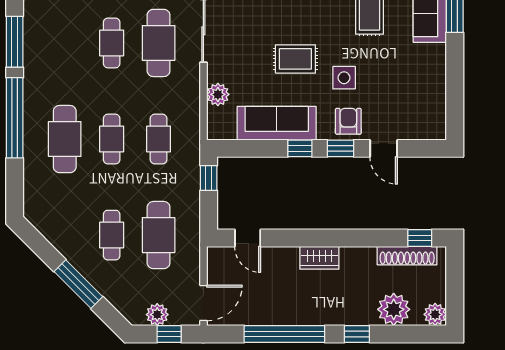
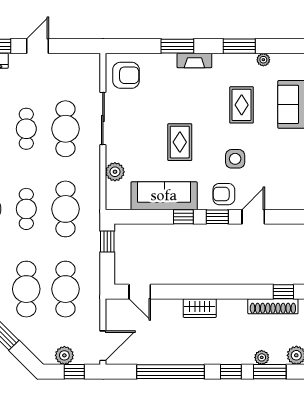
rug: (295, 59) -> (180, 142), turned 90
side table: (344, 78) -> (235, 159), moved
armchair: (348, 121) -> (224, 194), turned -90
cafe table: (159, 139) -> (65, 209), width x1.37, depth x1.35
door: (384, 148) -> (253, 217), swing flipped
cafe table: (112, 235) -> (26, 289), width x1.37, depth x1.35
plant: (394, 309) -> (262, 357), width x0.53, depth x0.53
window: (403, 334) -> (270, 372), added

